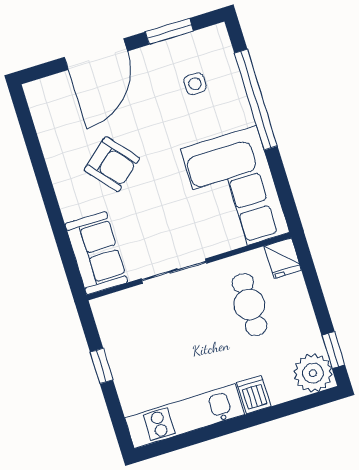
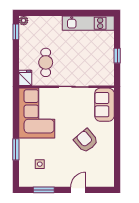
door: (96, 54) -> (78, 190), width x0.53
window: (256, 100) -> (16, 149), width x0.47
plant: (313, 373) -> (24, 21), width x0.53, depth x0.53
dishwasher: (254, 395) -> (56, 23), removed

